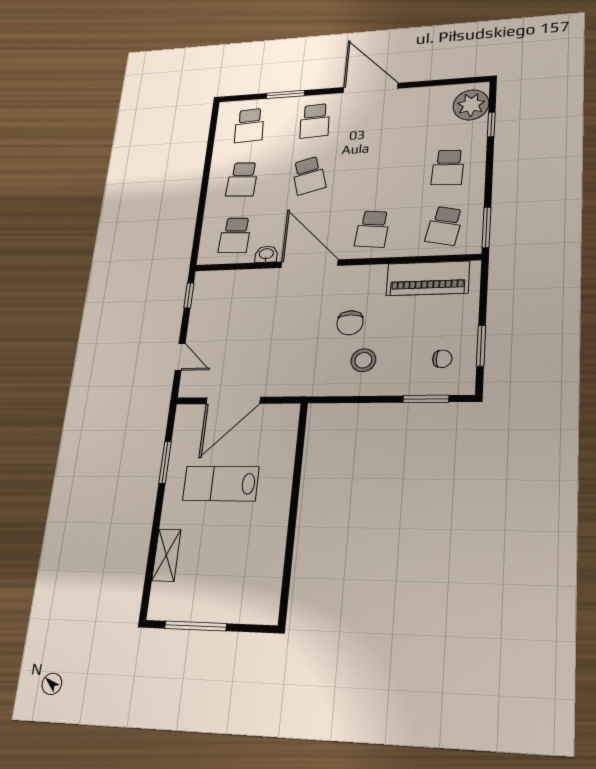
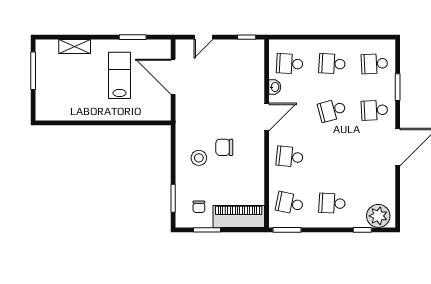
door: (310, 264) -> (267, 117), width x0.73
piano: (428, 278) -> (239, 216), moved, turned 90

